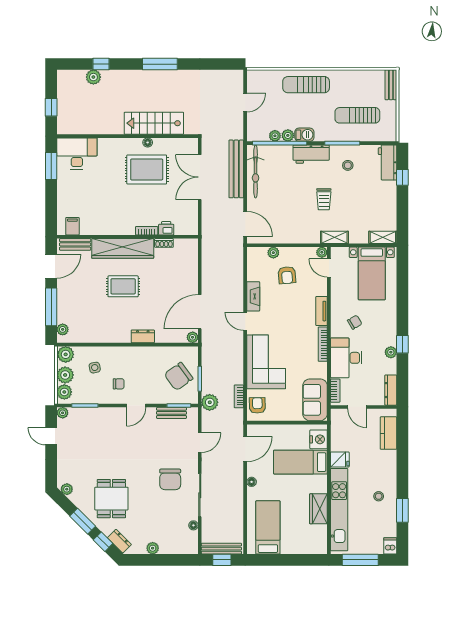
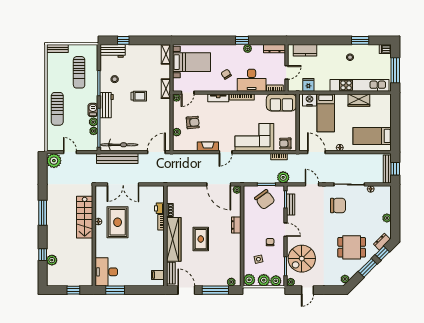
plant: (233, 80) -> (54, 161), added
spiral stairs: (95, 429) -> (302, 259), added
fridge: (340, 459) -> (308, 85), moved

